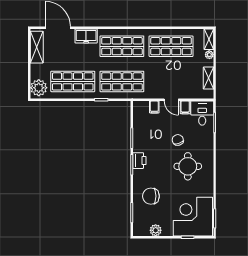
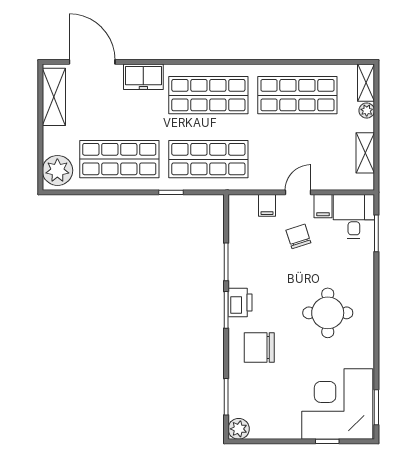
door: (171, 100) -> (298, 192), swing flipped
chair: (178, 140) -> (298, 236), moved
chair: (151, 196) -> (259, 348), moved
plant: (156, 230) -> (239, 429), moved

